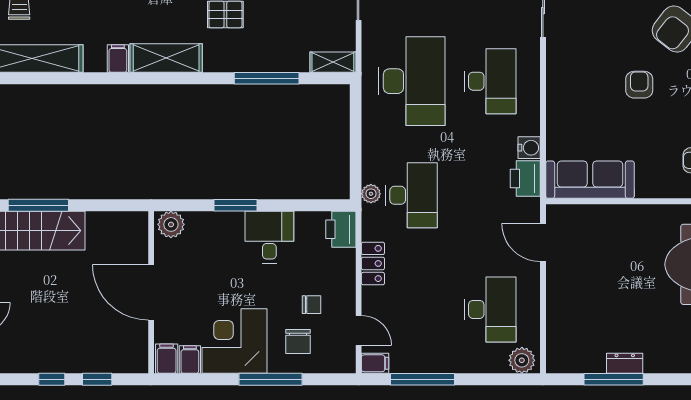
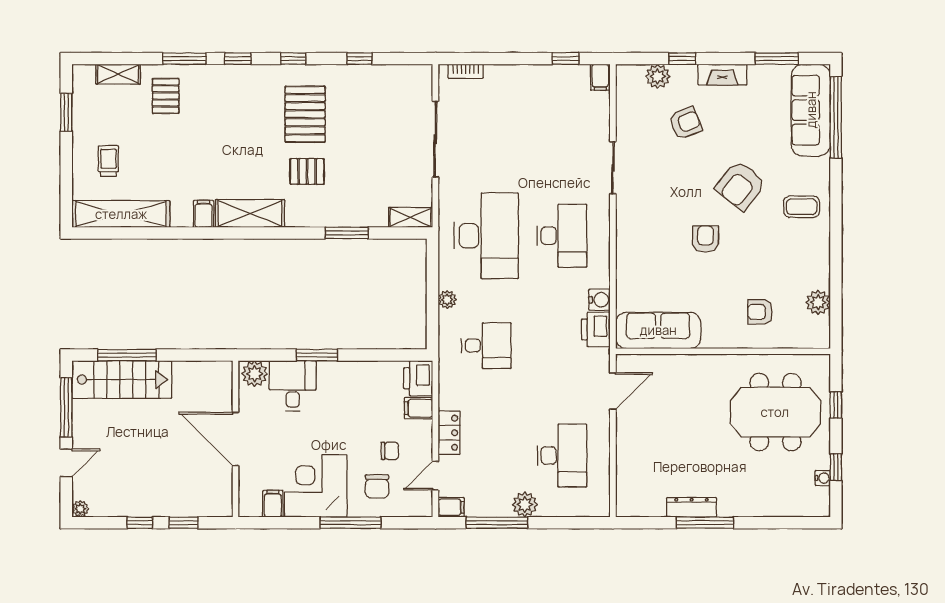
window: (267, 78) -> (347, 233), width x0.69
plant: (371, 194) -> (447, 300), moved
desk: (412, 195) -> (486, 346), width x0.73
desk: (269, 237) -> (293, 386), moved
door: (543, 243) -> (613, 391), swing flipped
locker: (373, 263) -> (449, 433), moved
door: (359, 330) -> (435, 476), swing flipped
filing cabinet: (167, 359) -> (418, 408), moved, turned -90
plant: (522, 360) -> (525, 504), moved
dresser: (625, 363) -> (692, 507), width x1.44
window: (614, 379) -> (705, 523), moved

